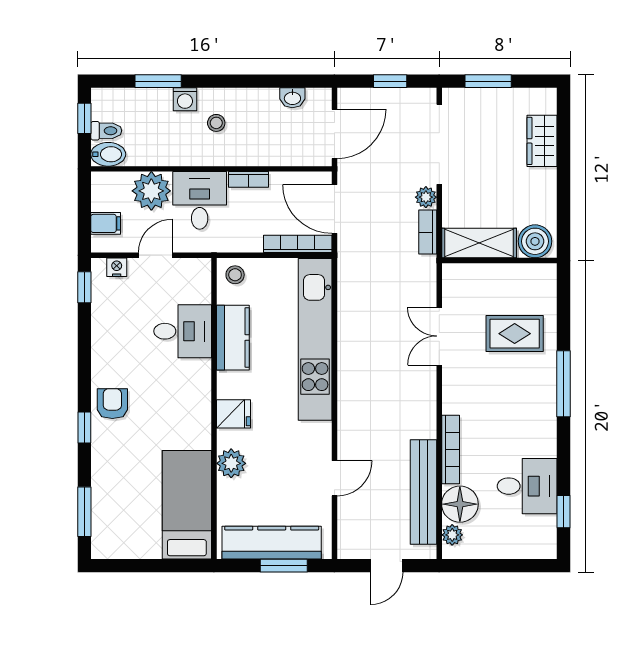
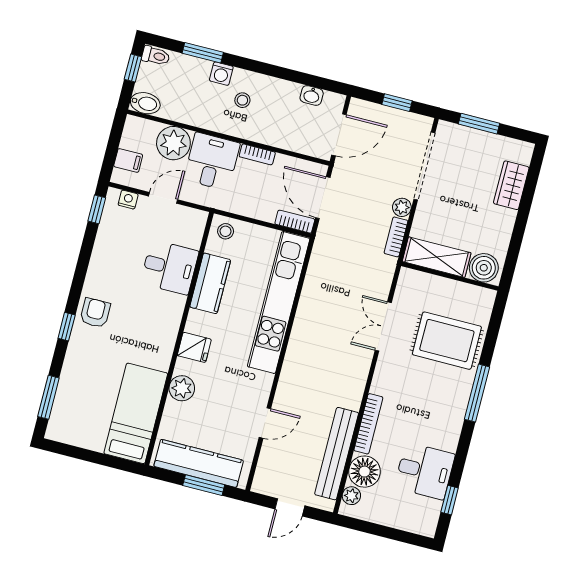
toilet: (106, 131) -> (156, 56), moved
bookcase: (298, 244) -> (295, 222), width x0.64
rug: (515, 334) -> (447, 341), width x1.36, depth x1.43

